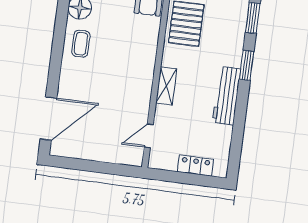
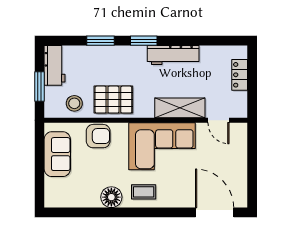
corner sofa: (128, 70) -> (162, 146), added
shelving: (166, 86) -> (180, 108), width x1.50, depth x1.33

